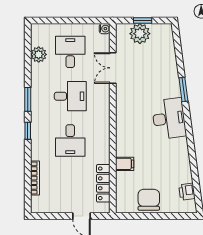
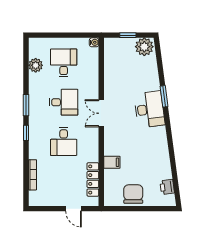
plant: (140, 34) -> (144, 47), moved
double door: (113, 68) -> (101, 113), moved
desk: (169, 118) -> (149, 109), moved

